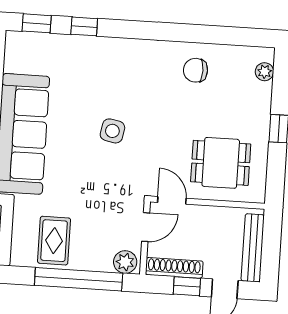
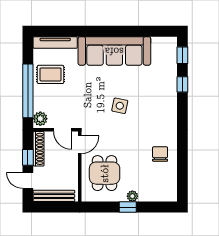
plant: (264, 72) -> (132, 196), moved

